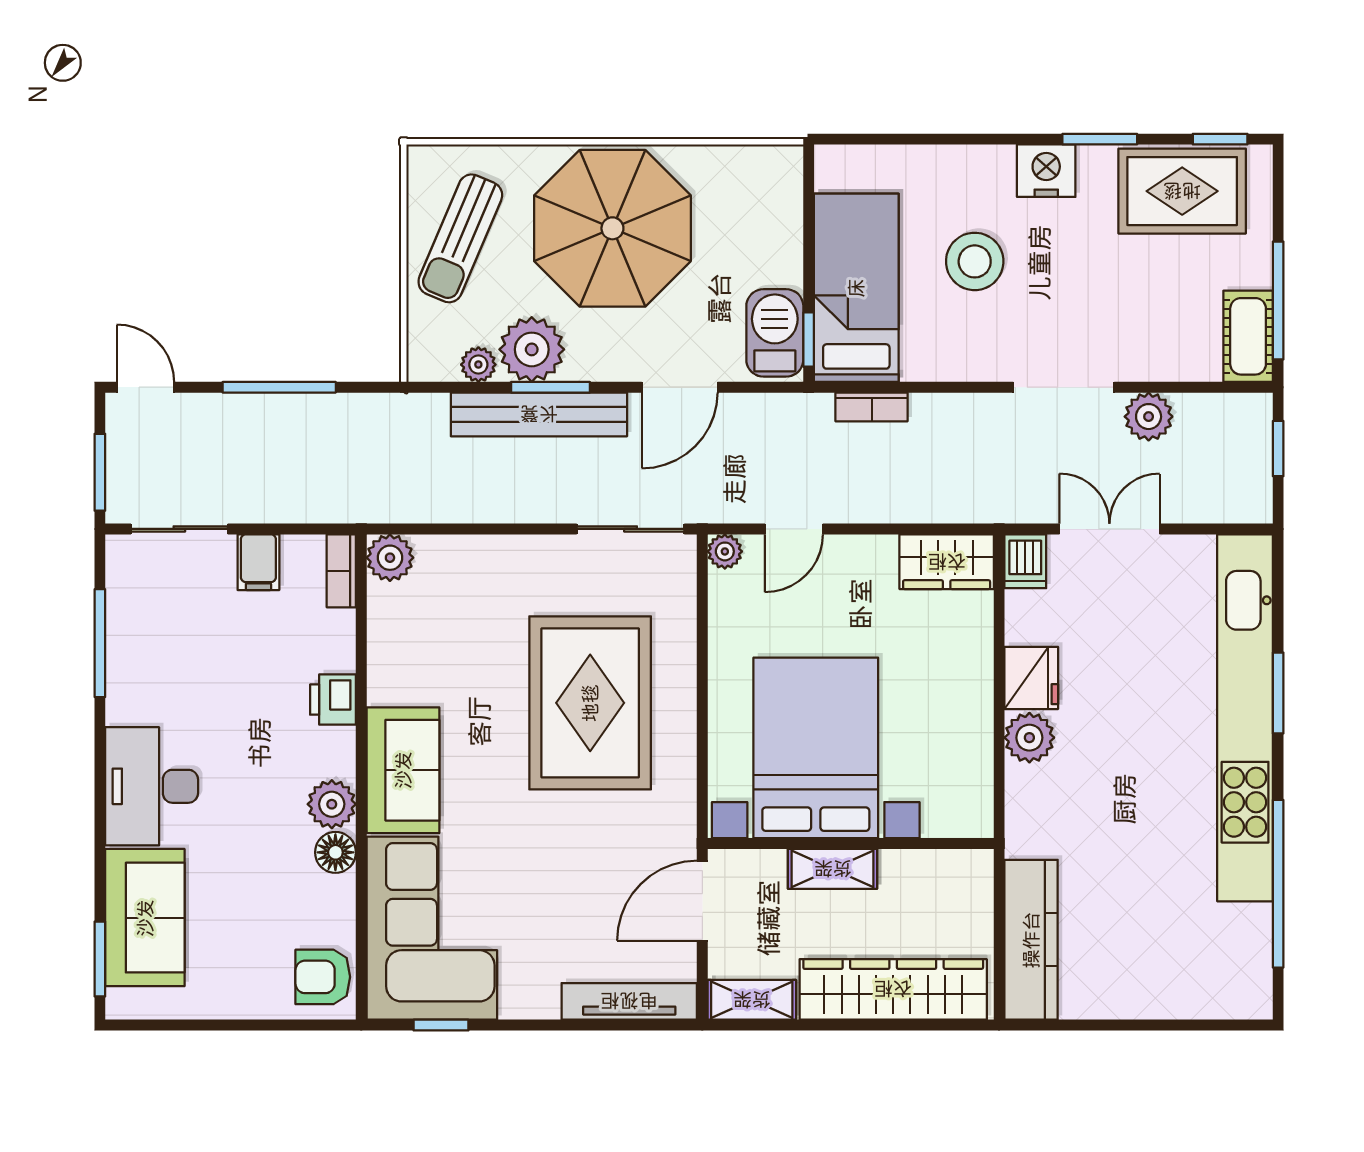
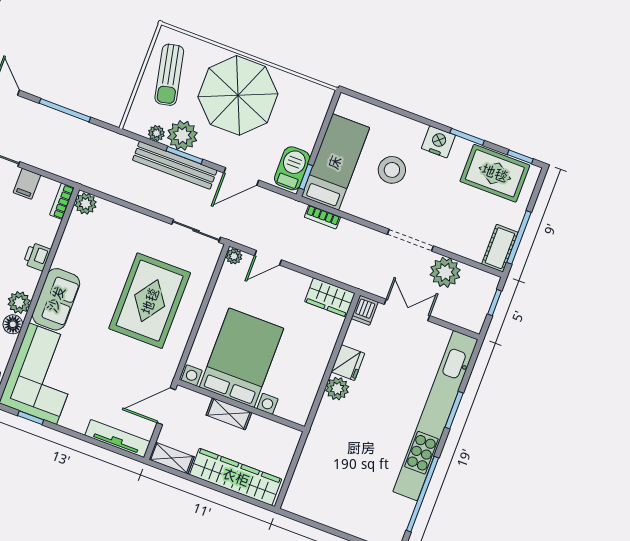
sun lounger: (460, 238) -> (169, 75), turned -35
plant: (1149, 417) -> (445, 272), width x1.36, depth x1.36
kitchen counter: (1031, 940) -> (304, 478), removed

